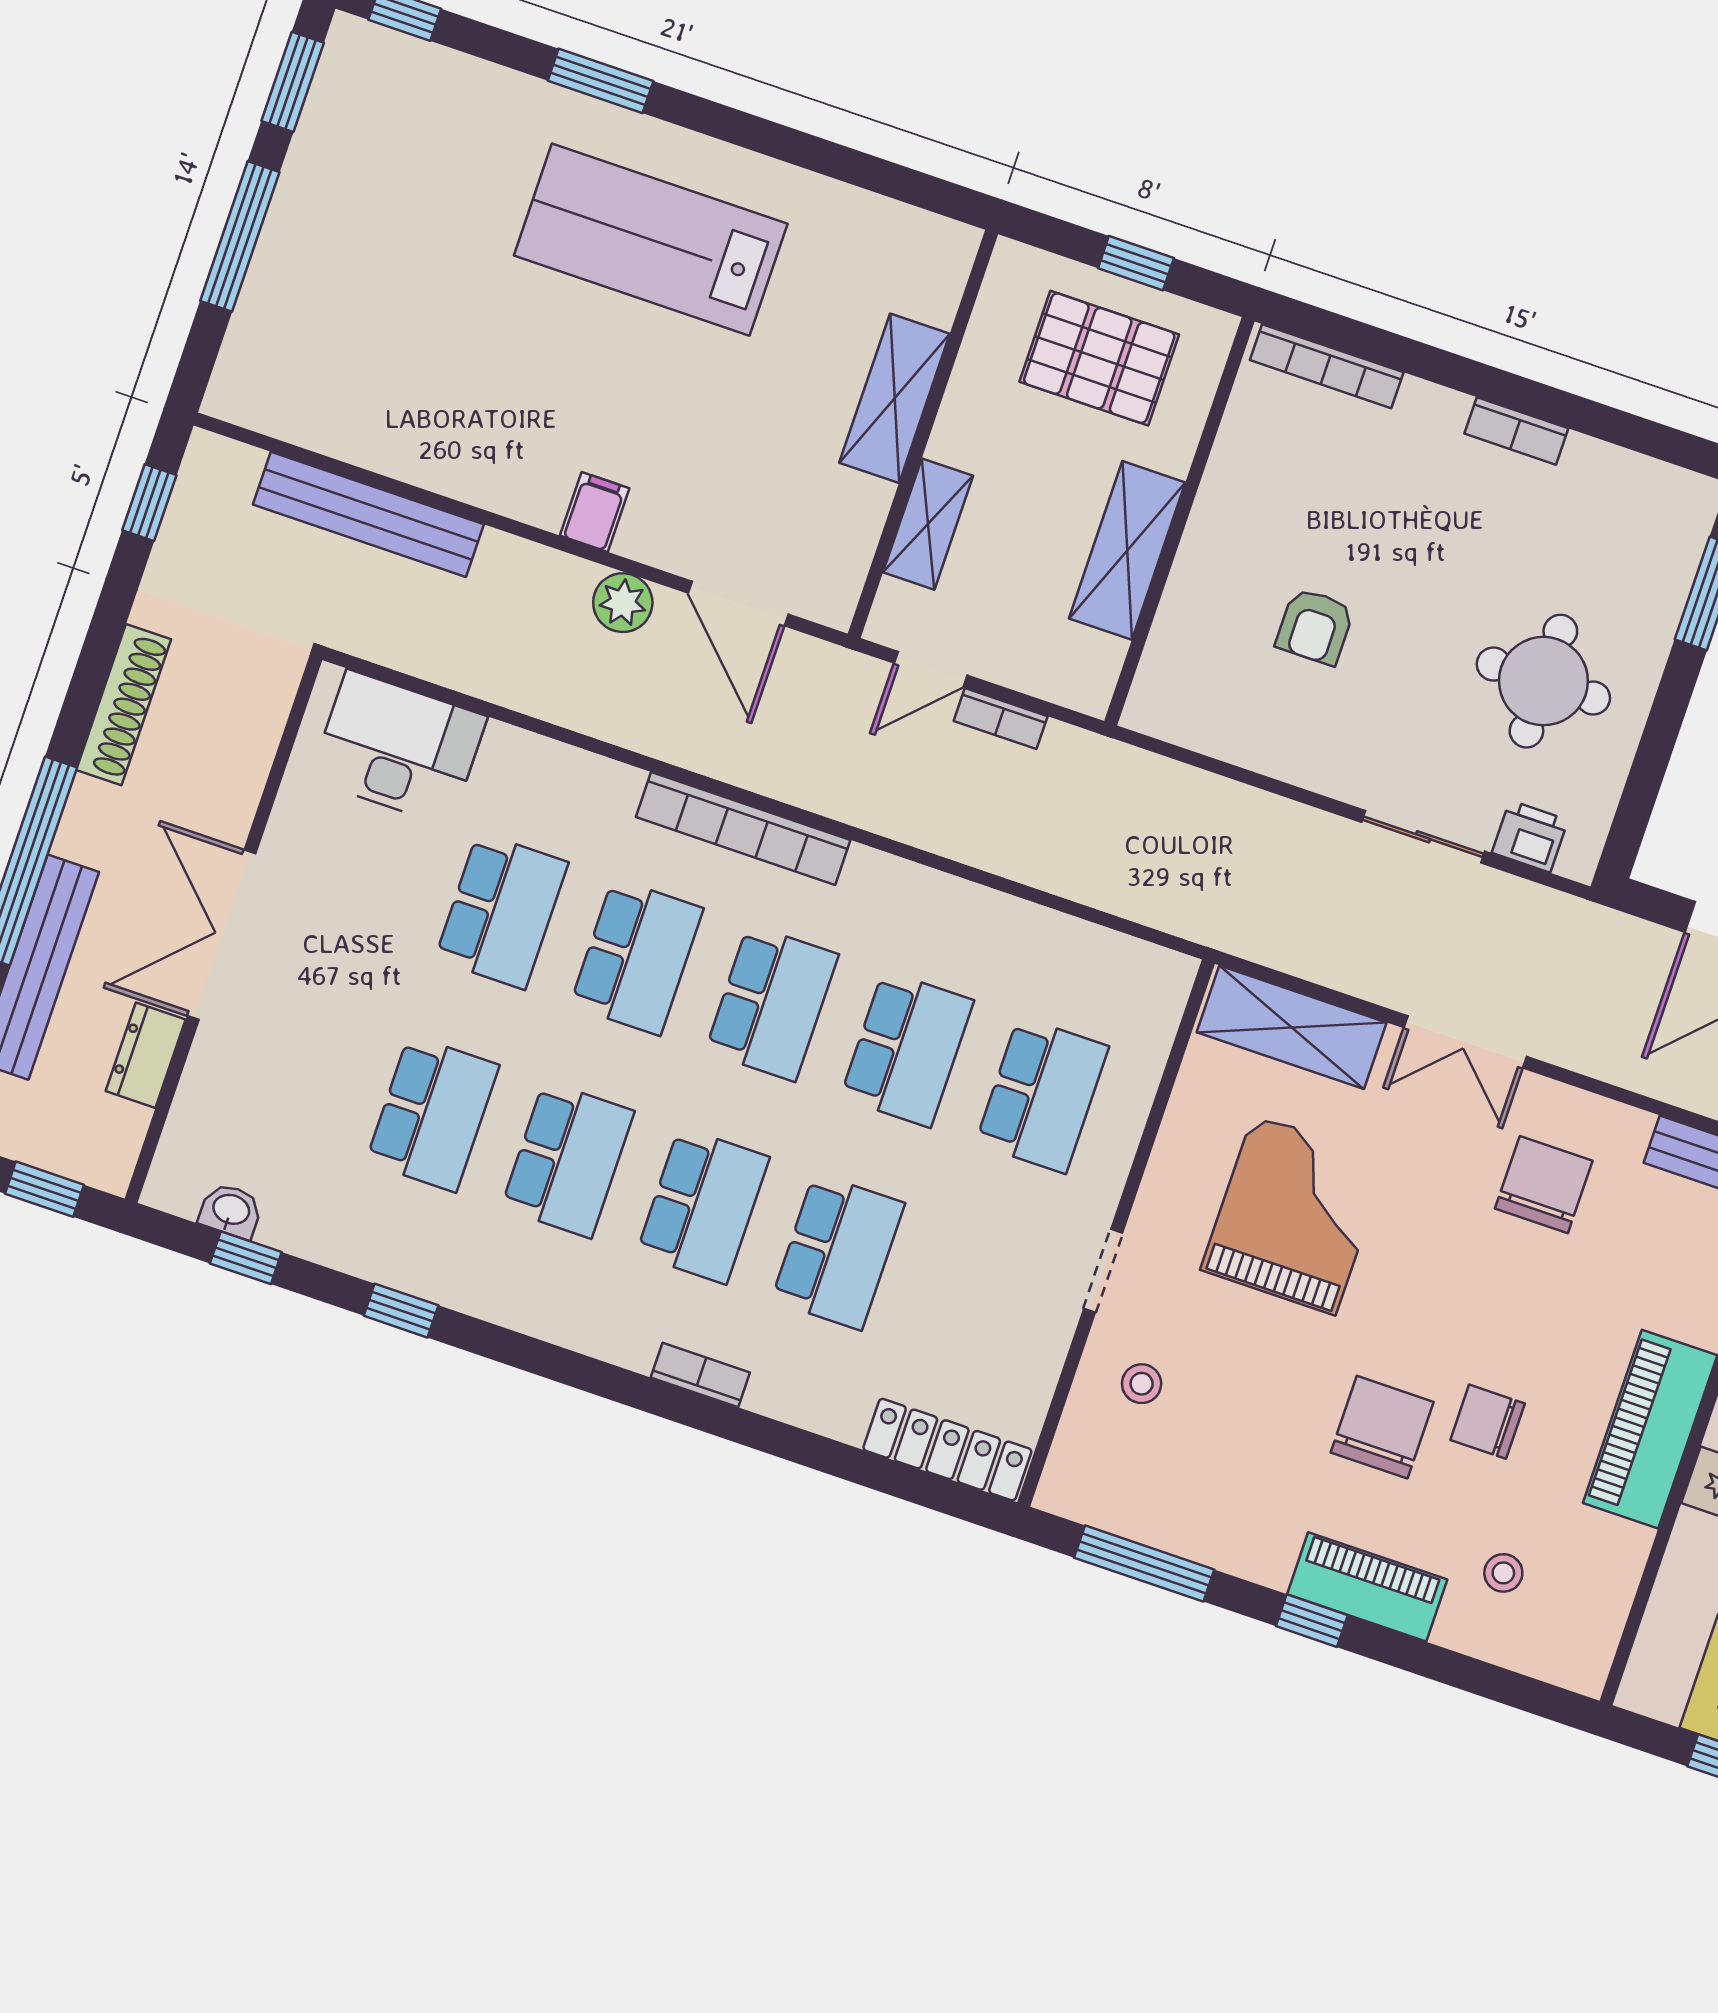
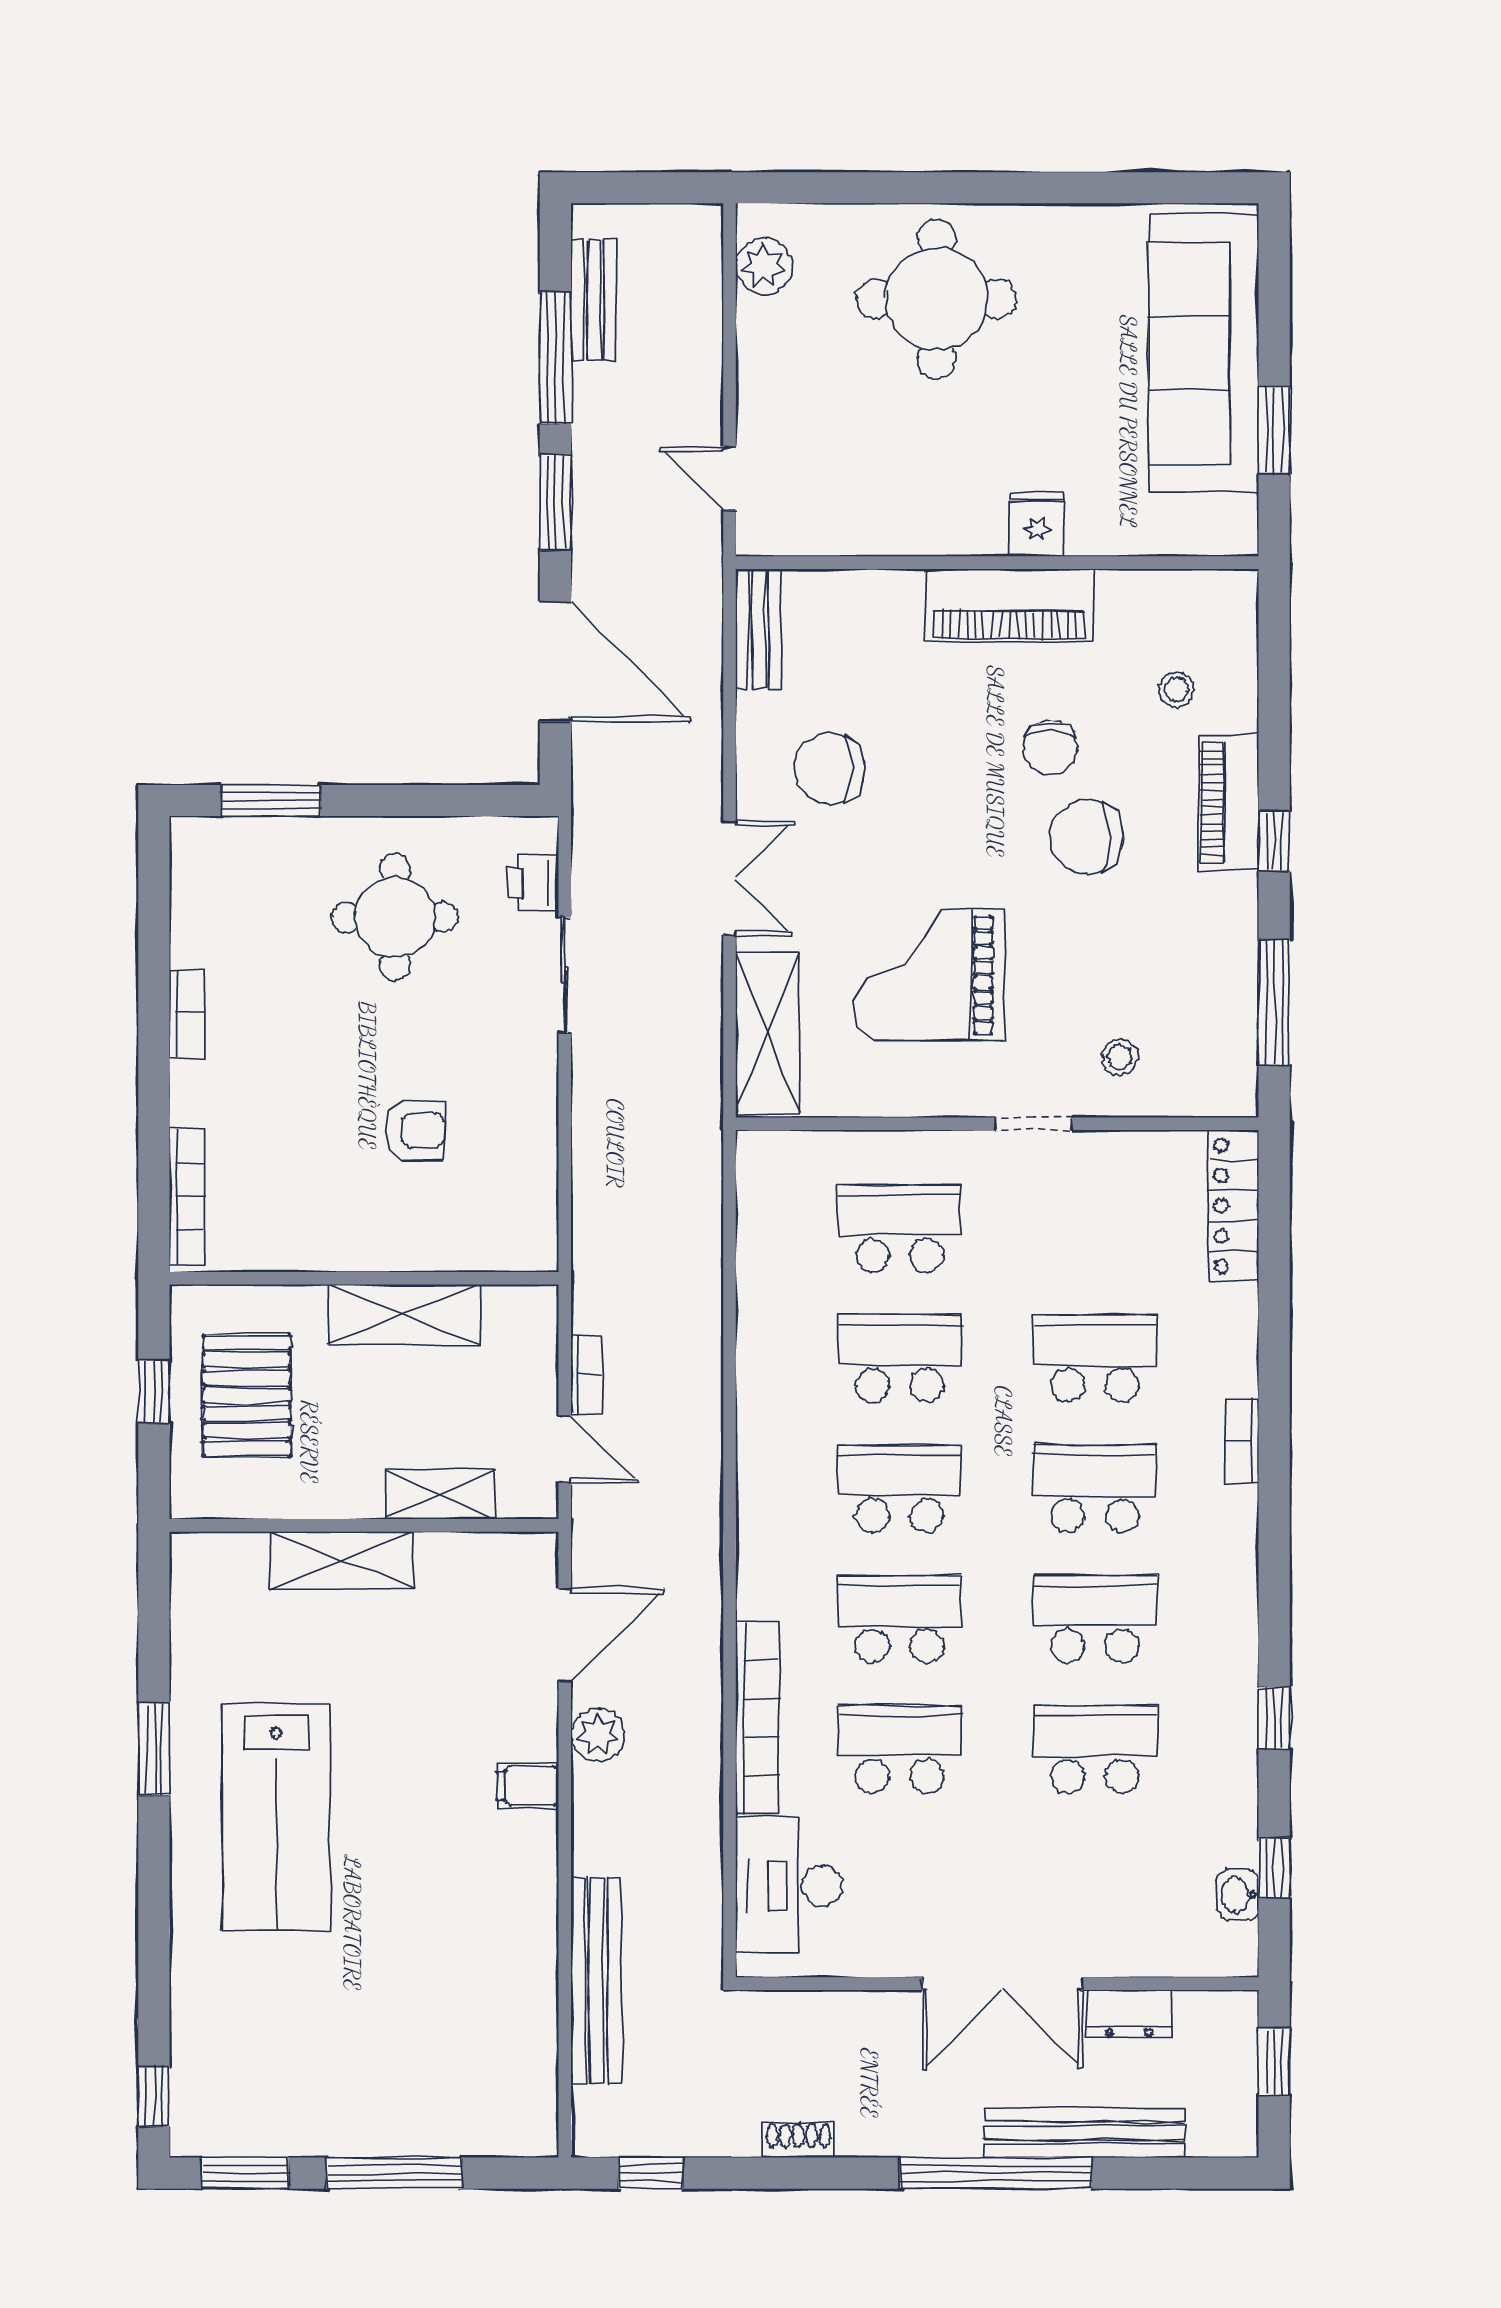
window: (601, 81) -> (154, 1749), moved
shoe rack: (124, 705) -> (798, 2140), width x0.51, depth x0.81
bookcase: (743, 828) -> (757, 1718), moved

